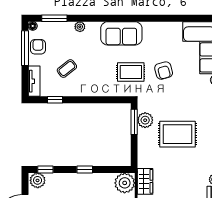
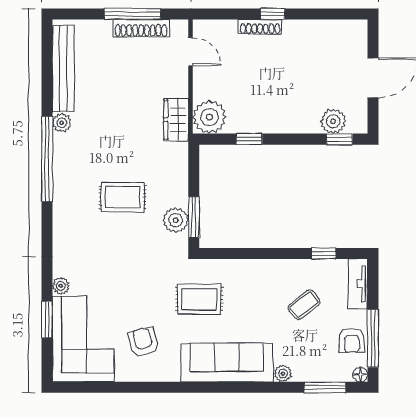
sofa: (121, 33) -> (227, 362), width x1.36
armchair: (164, 71) -> (143, 342), moved
rug: (178, 134) -> (123, 197), width x0.73, depth x0.70
window: (85, 170) -> (249, 139), moved
plant: (38, 180) -> (333, 121), moved

